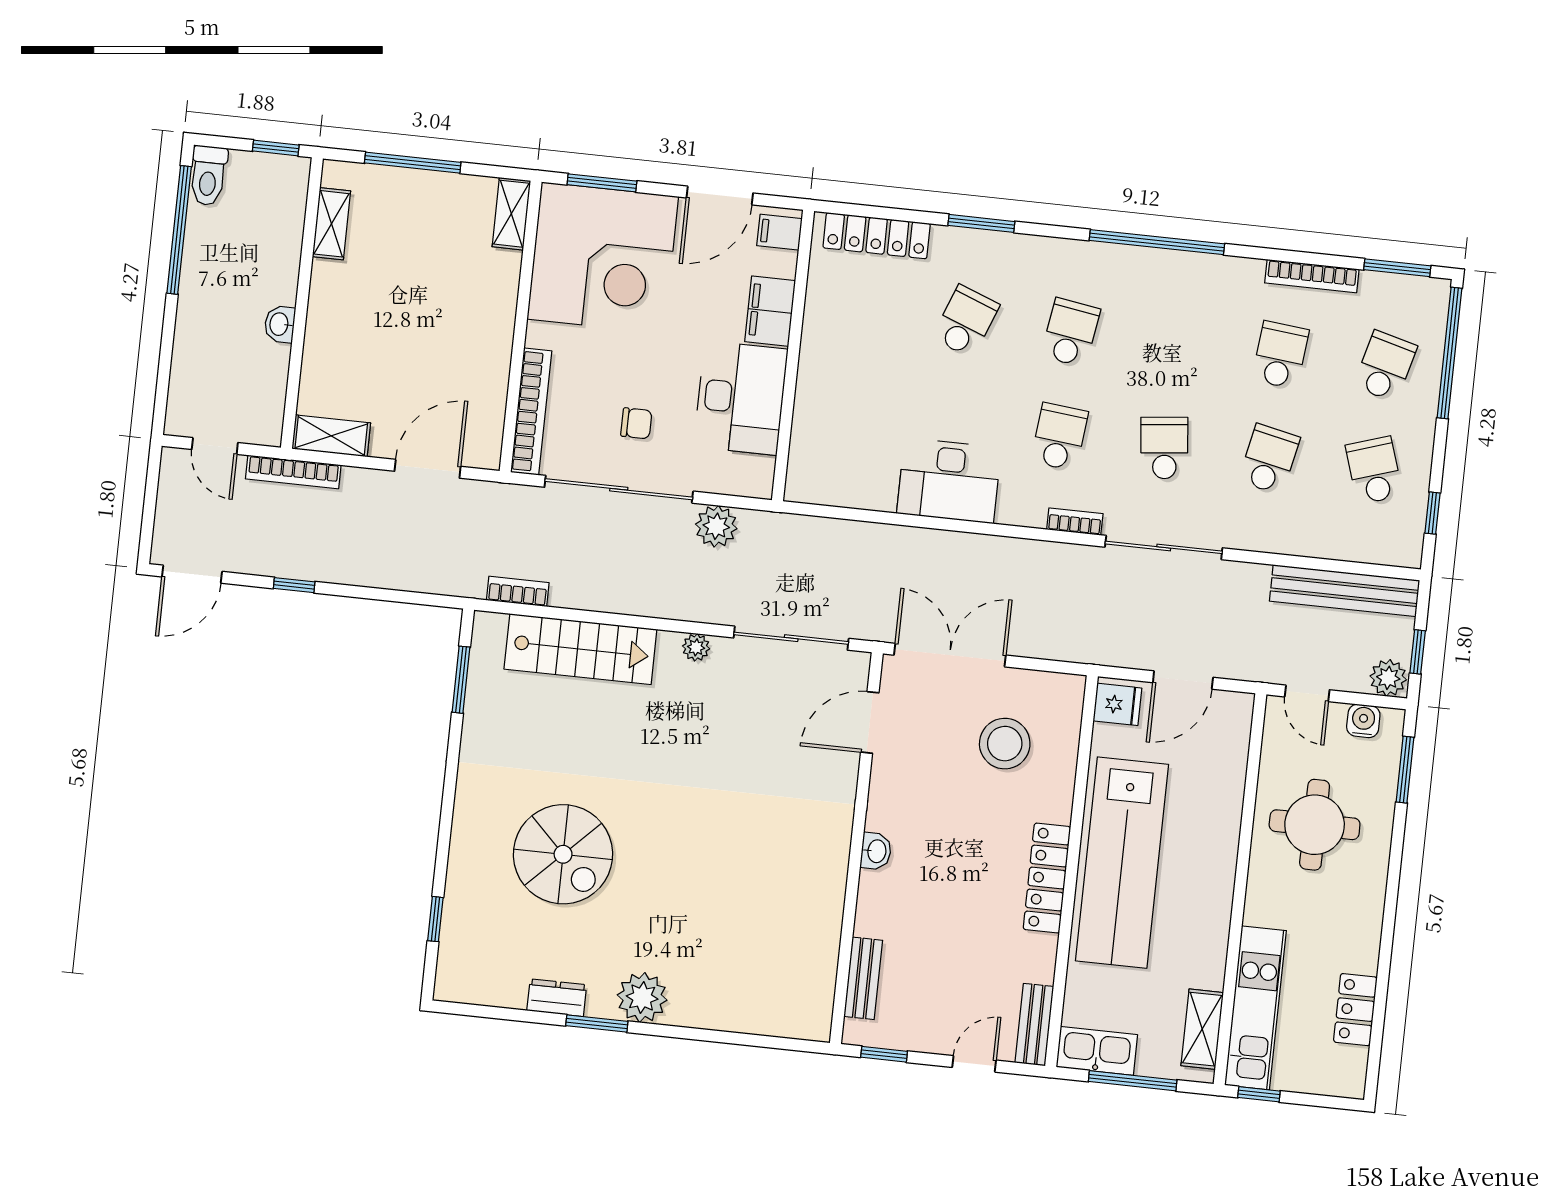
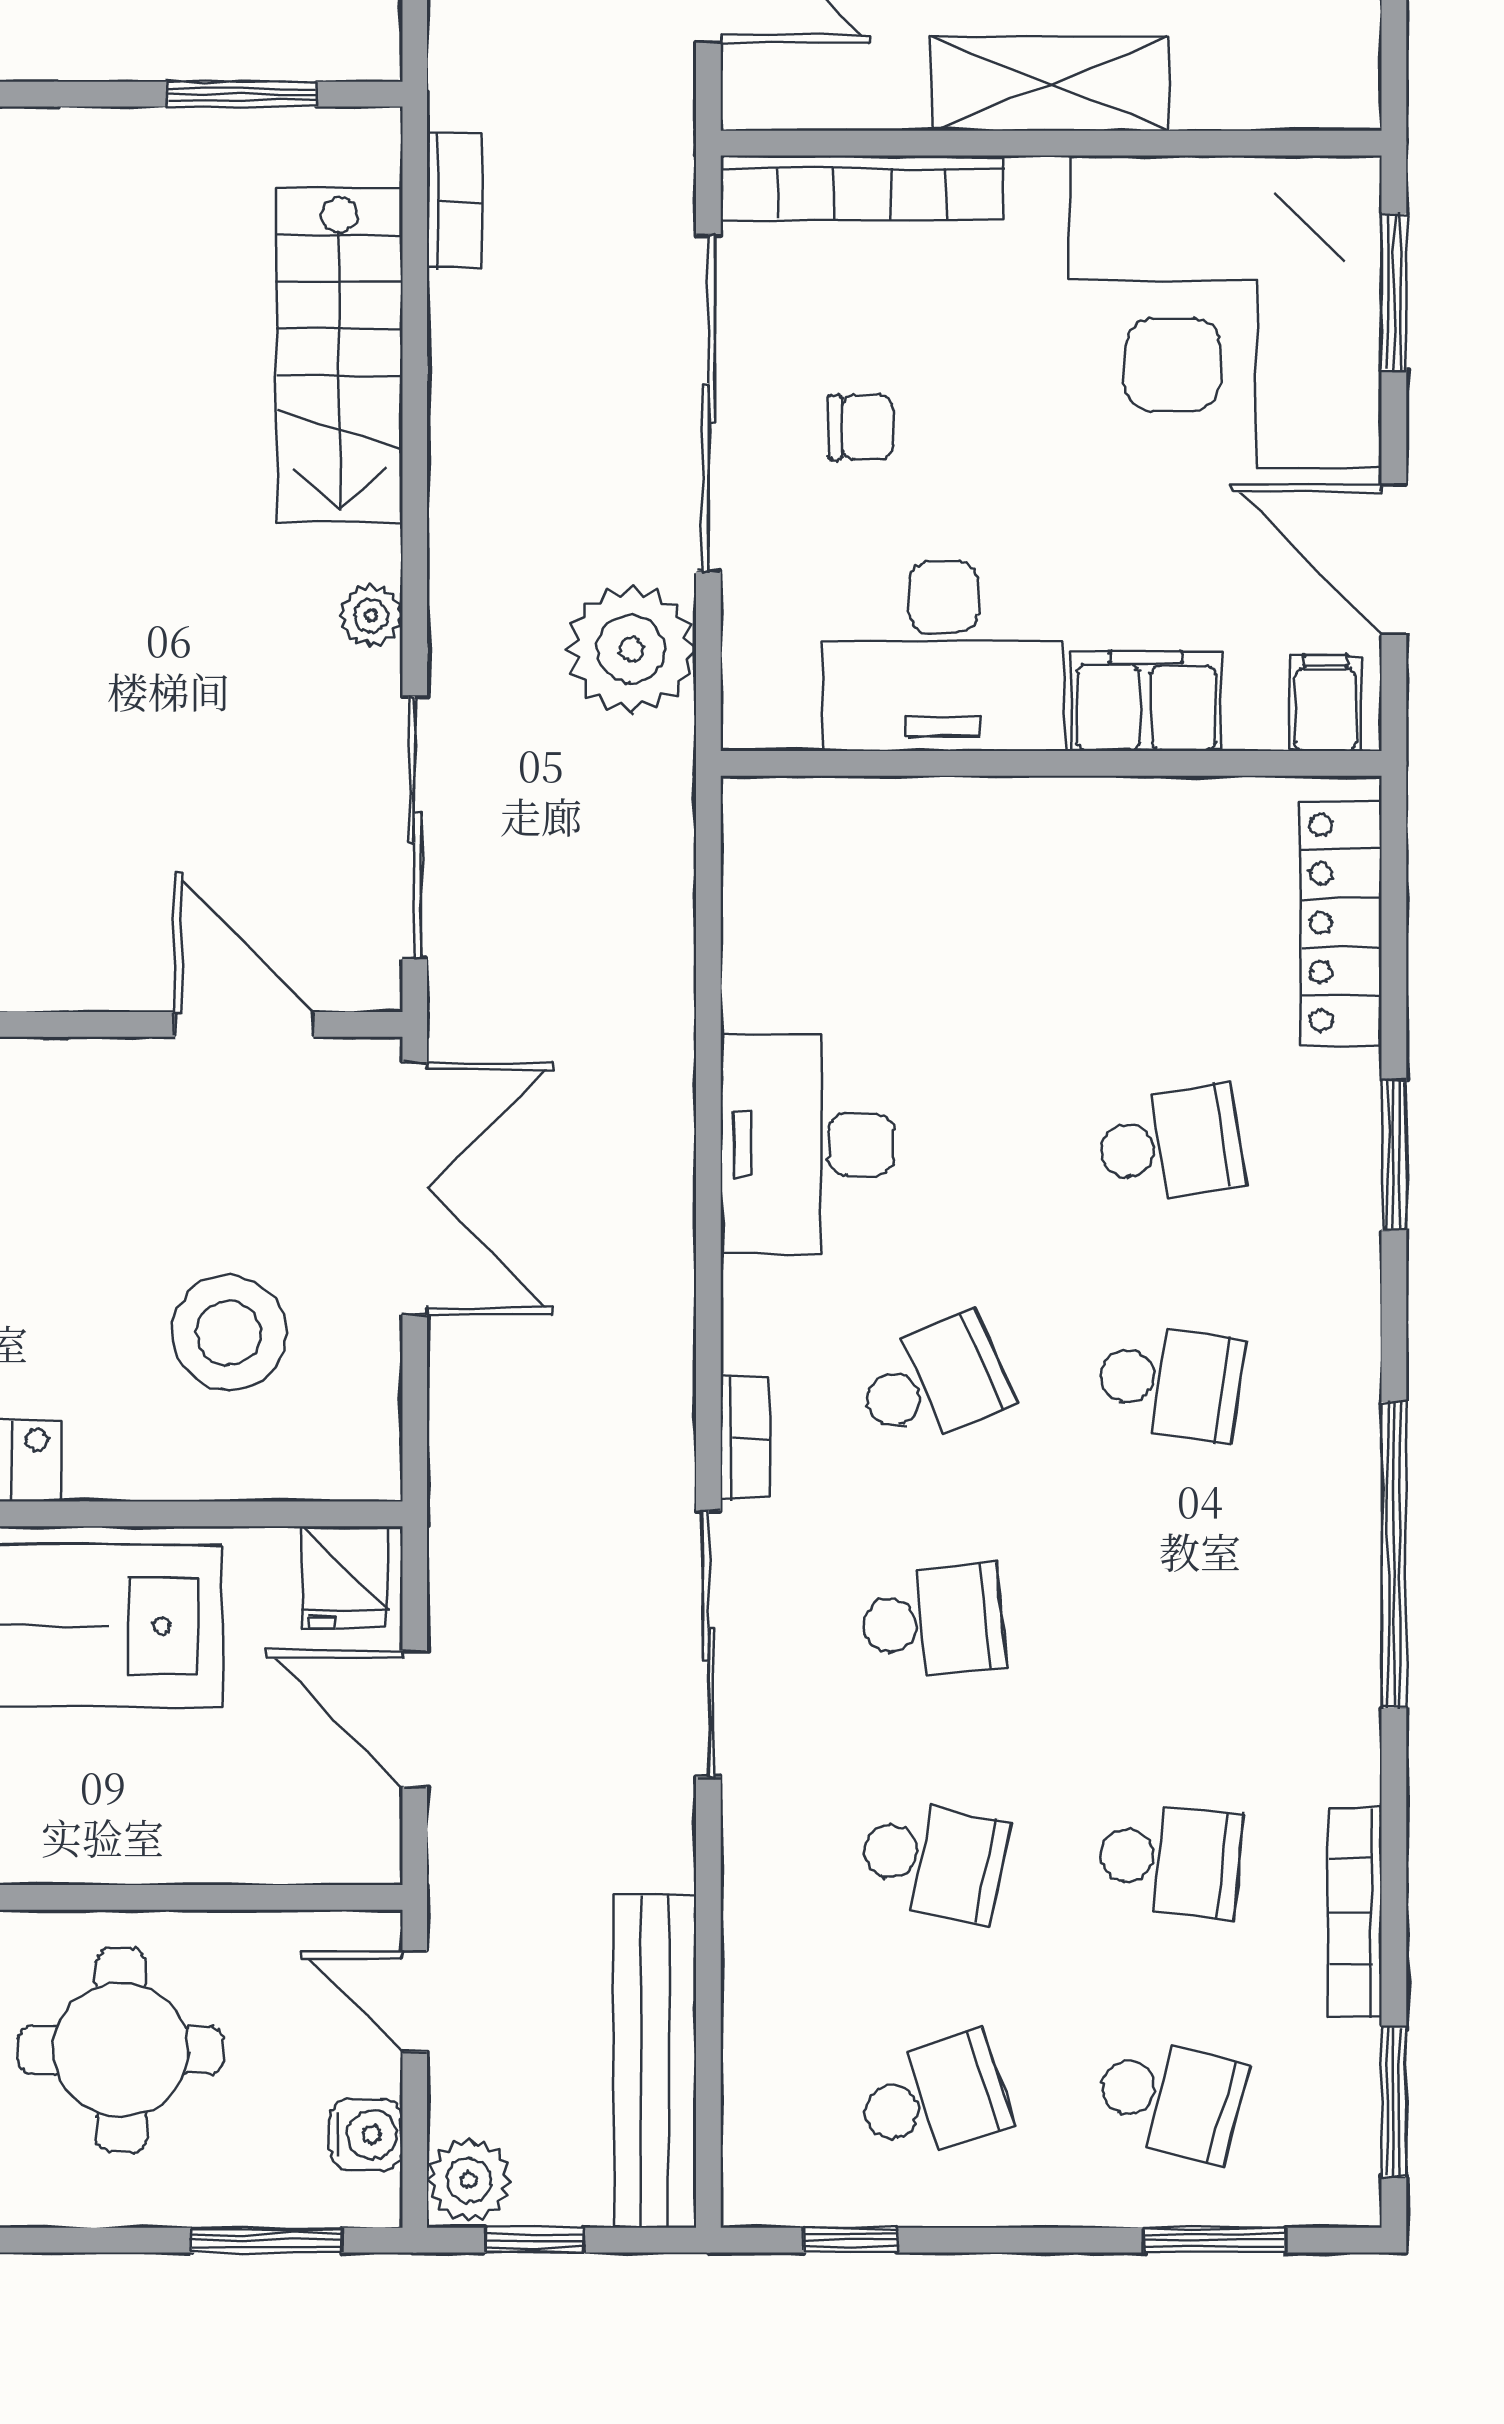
shelving: (511, 214) -> (1050, 84), moved, width x1.50, depth x1.33
school desk: (966, 321) -> (1170, 1144), turned -30
window: (1450, 353) -> (1215, 2240), width x0.47
chair: (636, 423) -> (861, 427), turned -90
school desk: (1059, 437) -> (933, 1382), turned -30
plant: (716, 526) -> (631, 649), width x1.36, depth x1.36
door: (1307, 693) -> (415, 2001), hinge flipped

